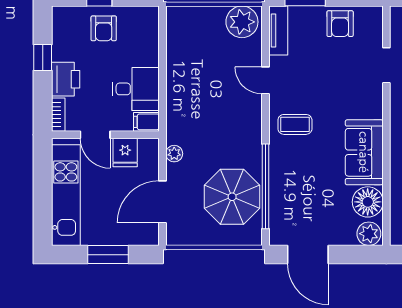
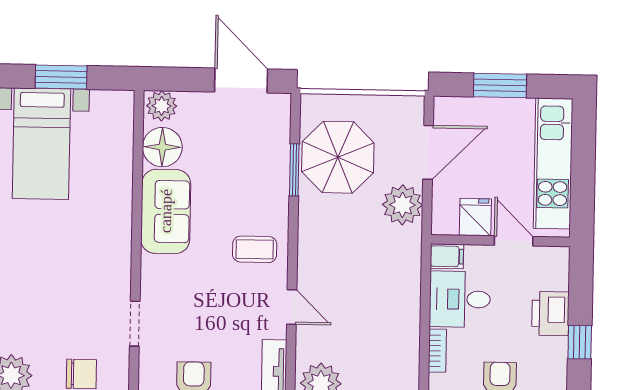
bookcase: (58, 115) -> (437, 351), moved, turned 180
plant: (174, 154) -> (402, 205), width x1.88, depth x1.88
window: (265, 186) -> (294, 170), width x0.47

